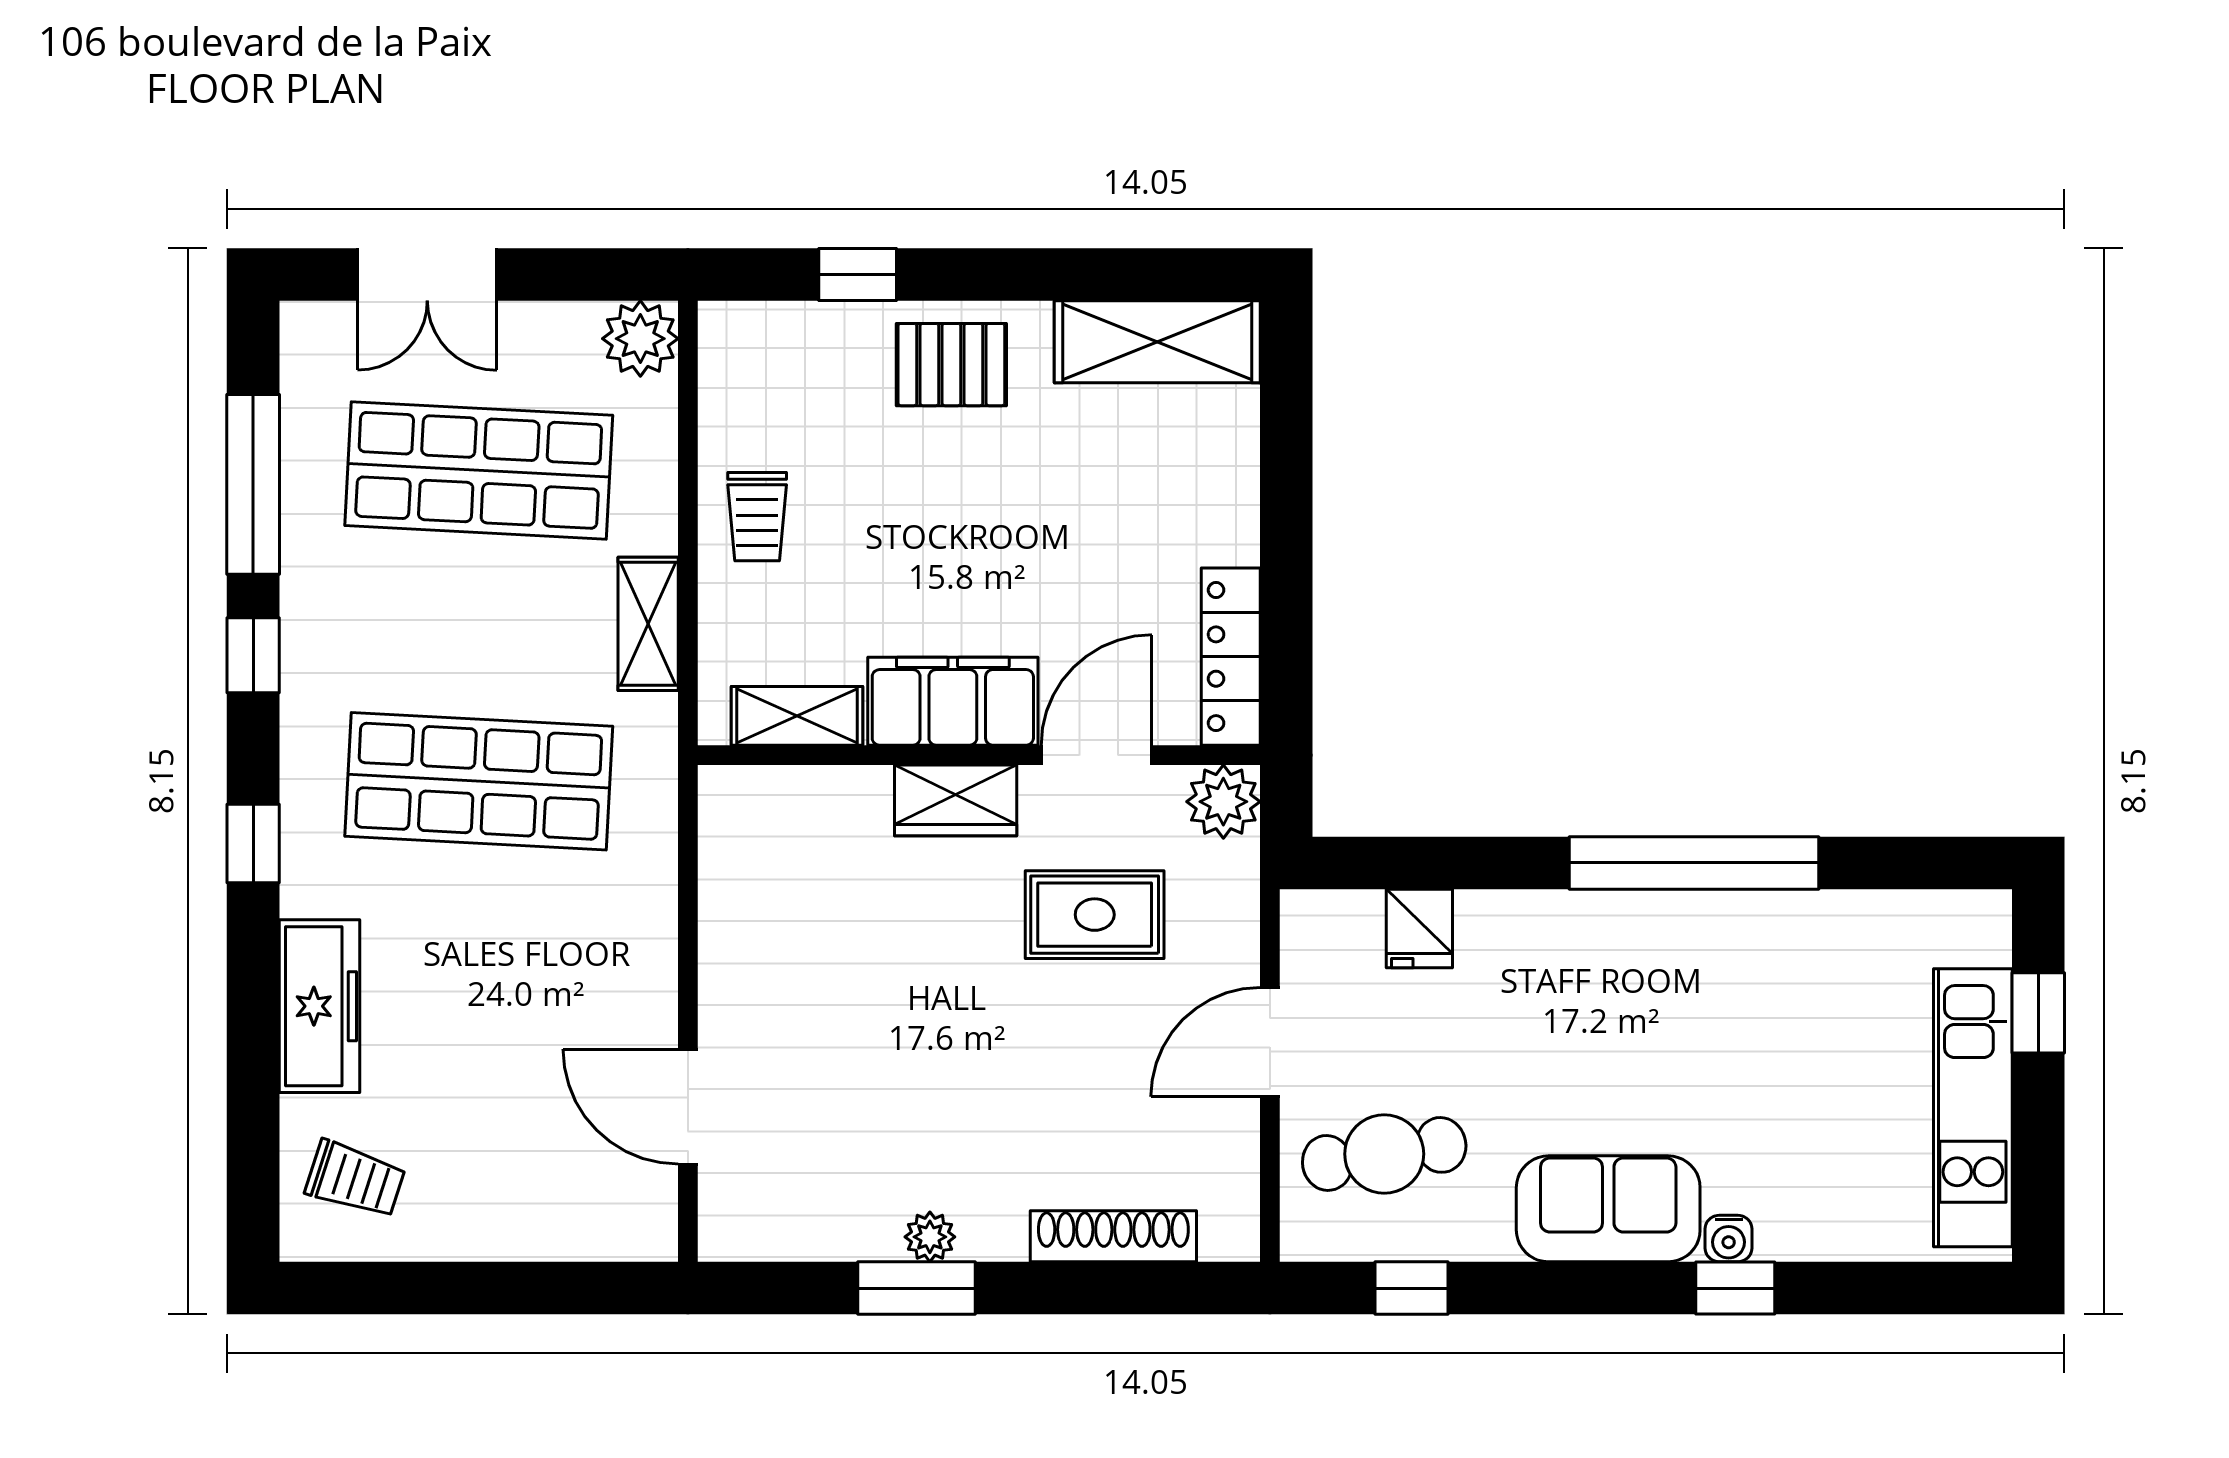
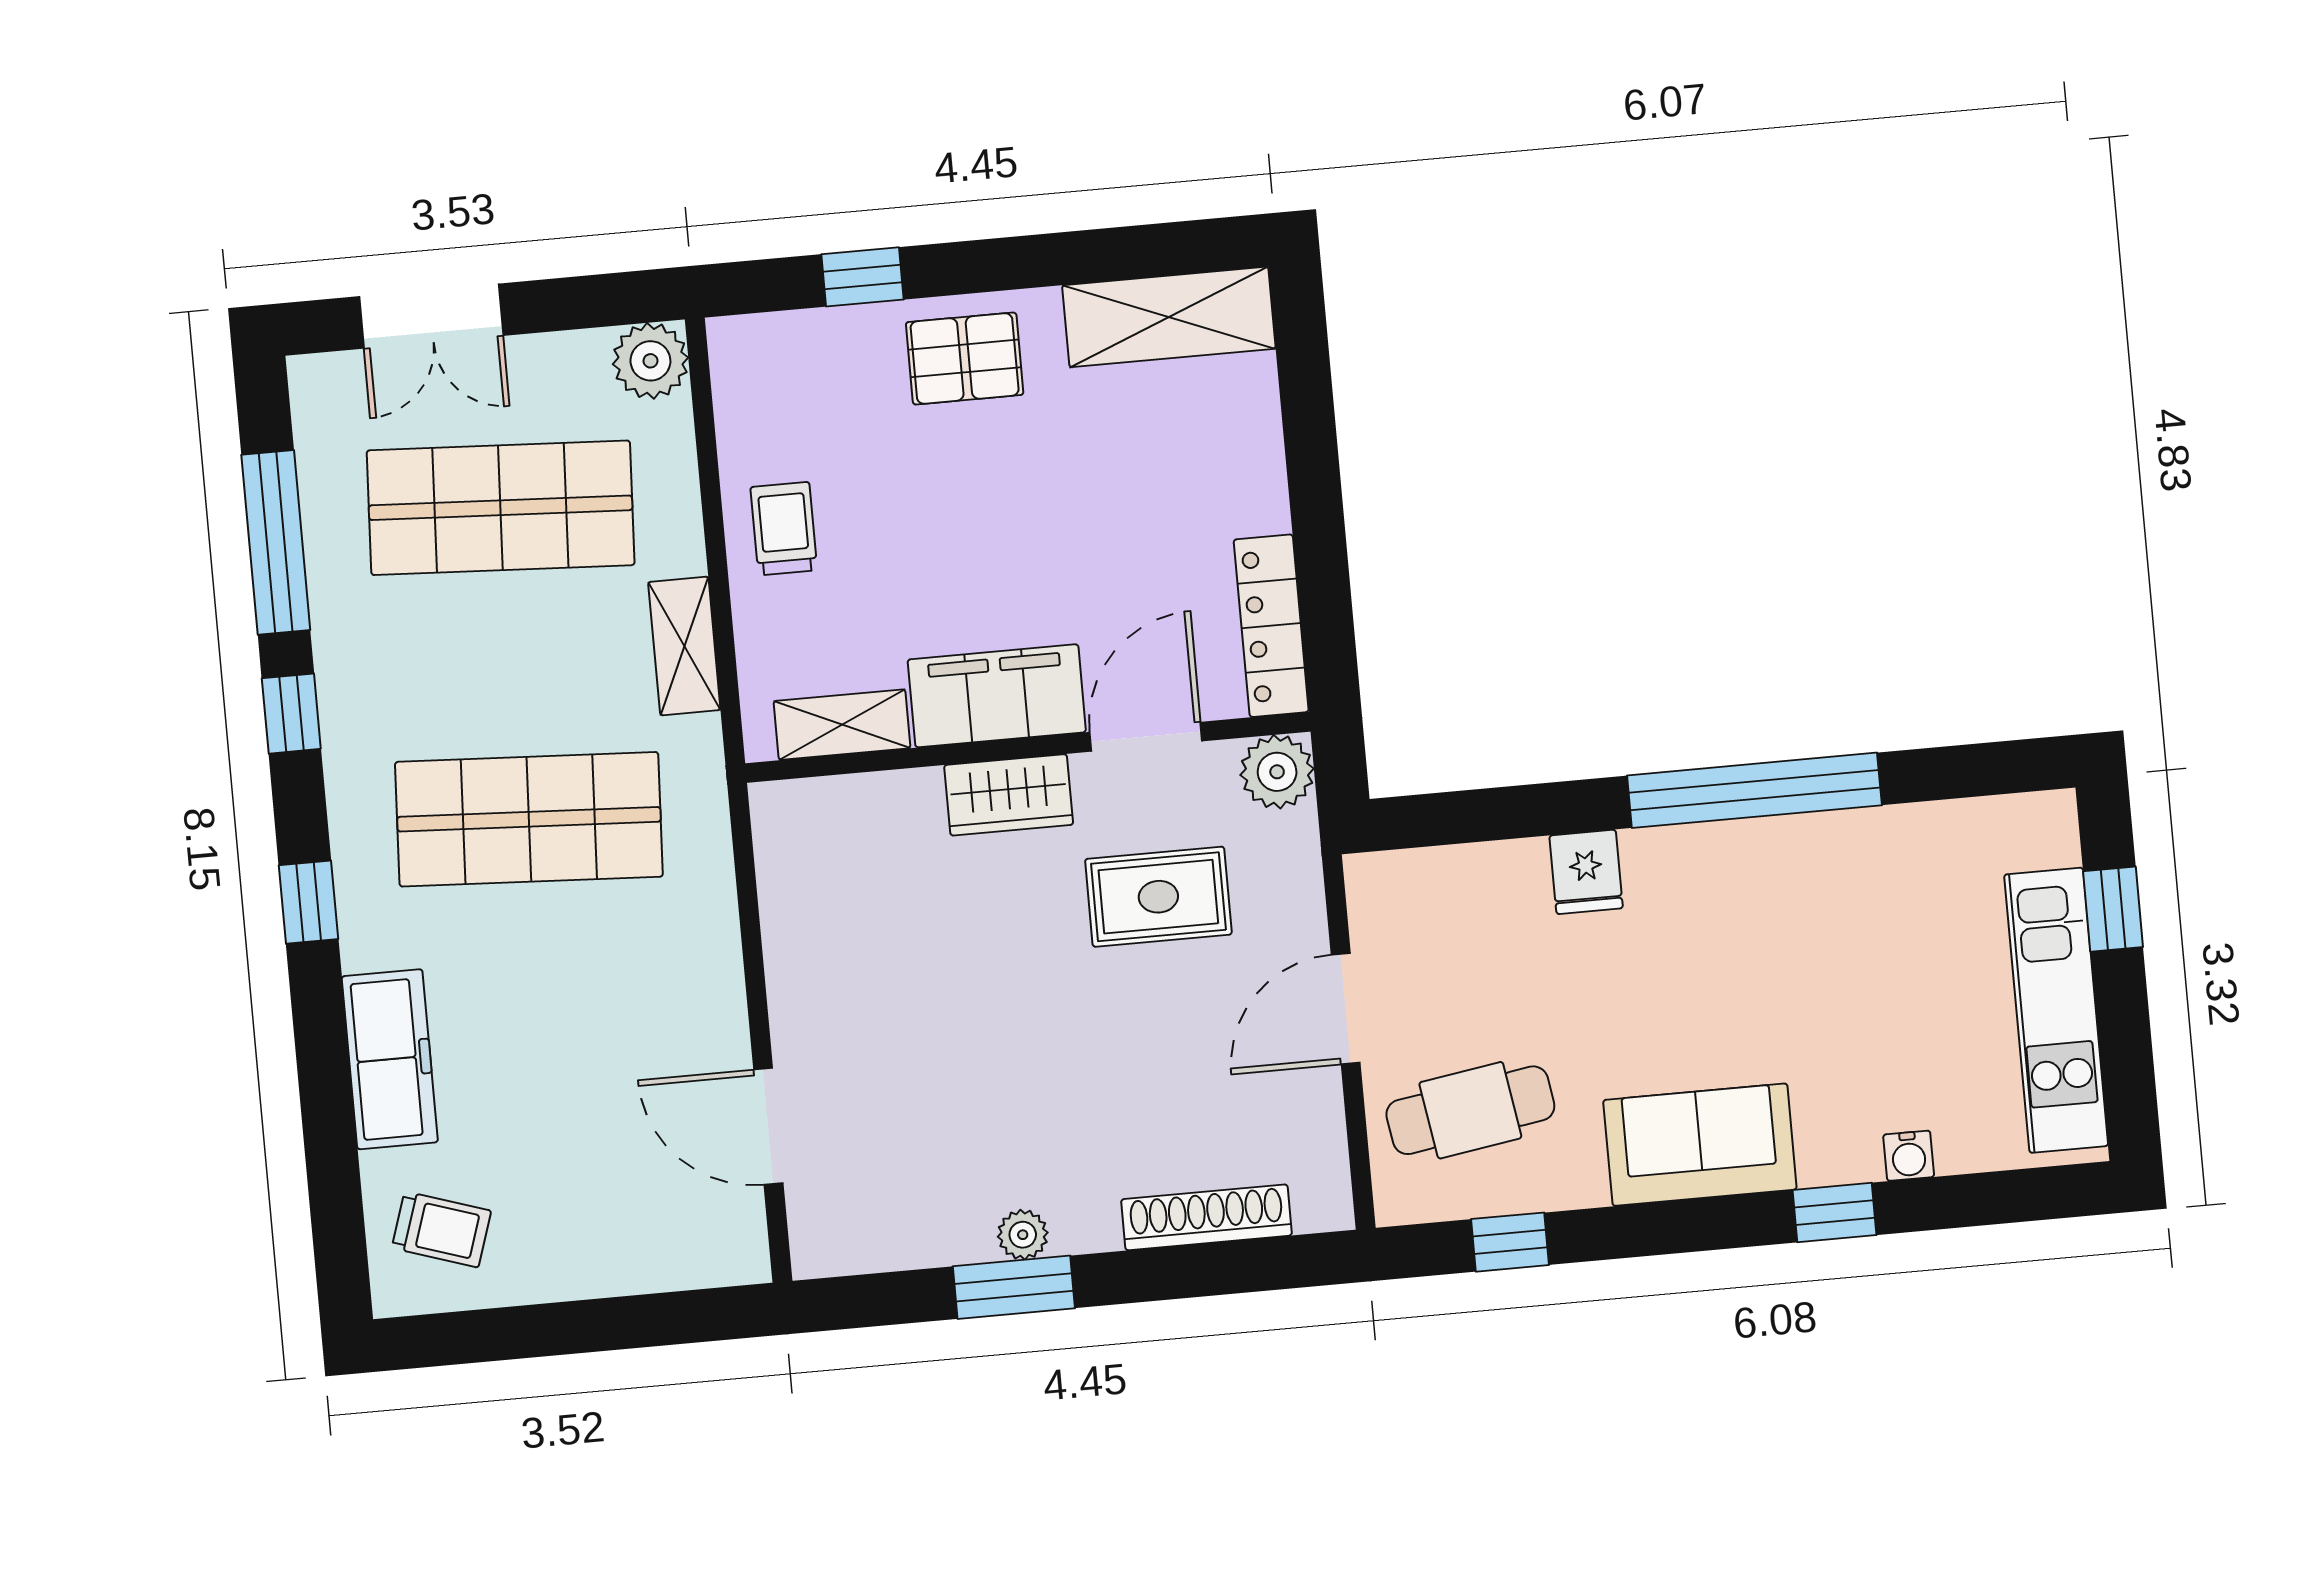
trolley: (757, 517) -> (784, 529), turned 180
fridge: (1419, 929) -> (1586, 872), moved
water cooler: (1729, 1239) -> (1909, 1156), moved

